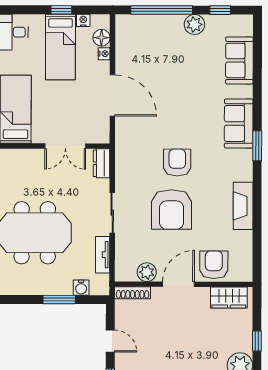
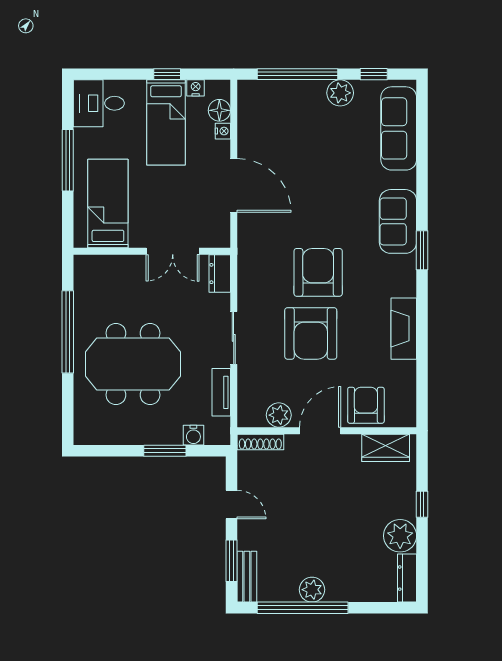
sofa: (239, 60) -> (399, 128), width x1.36
armchair: (177, 163) -> (318, 272), width x1.36, depth x1.36

